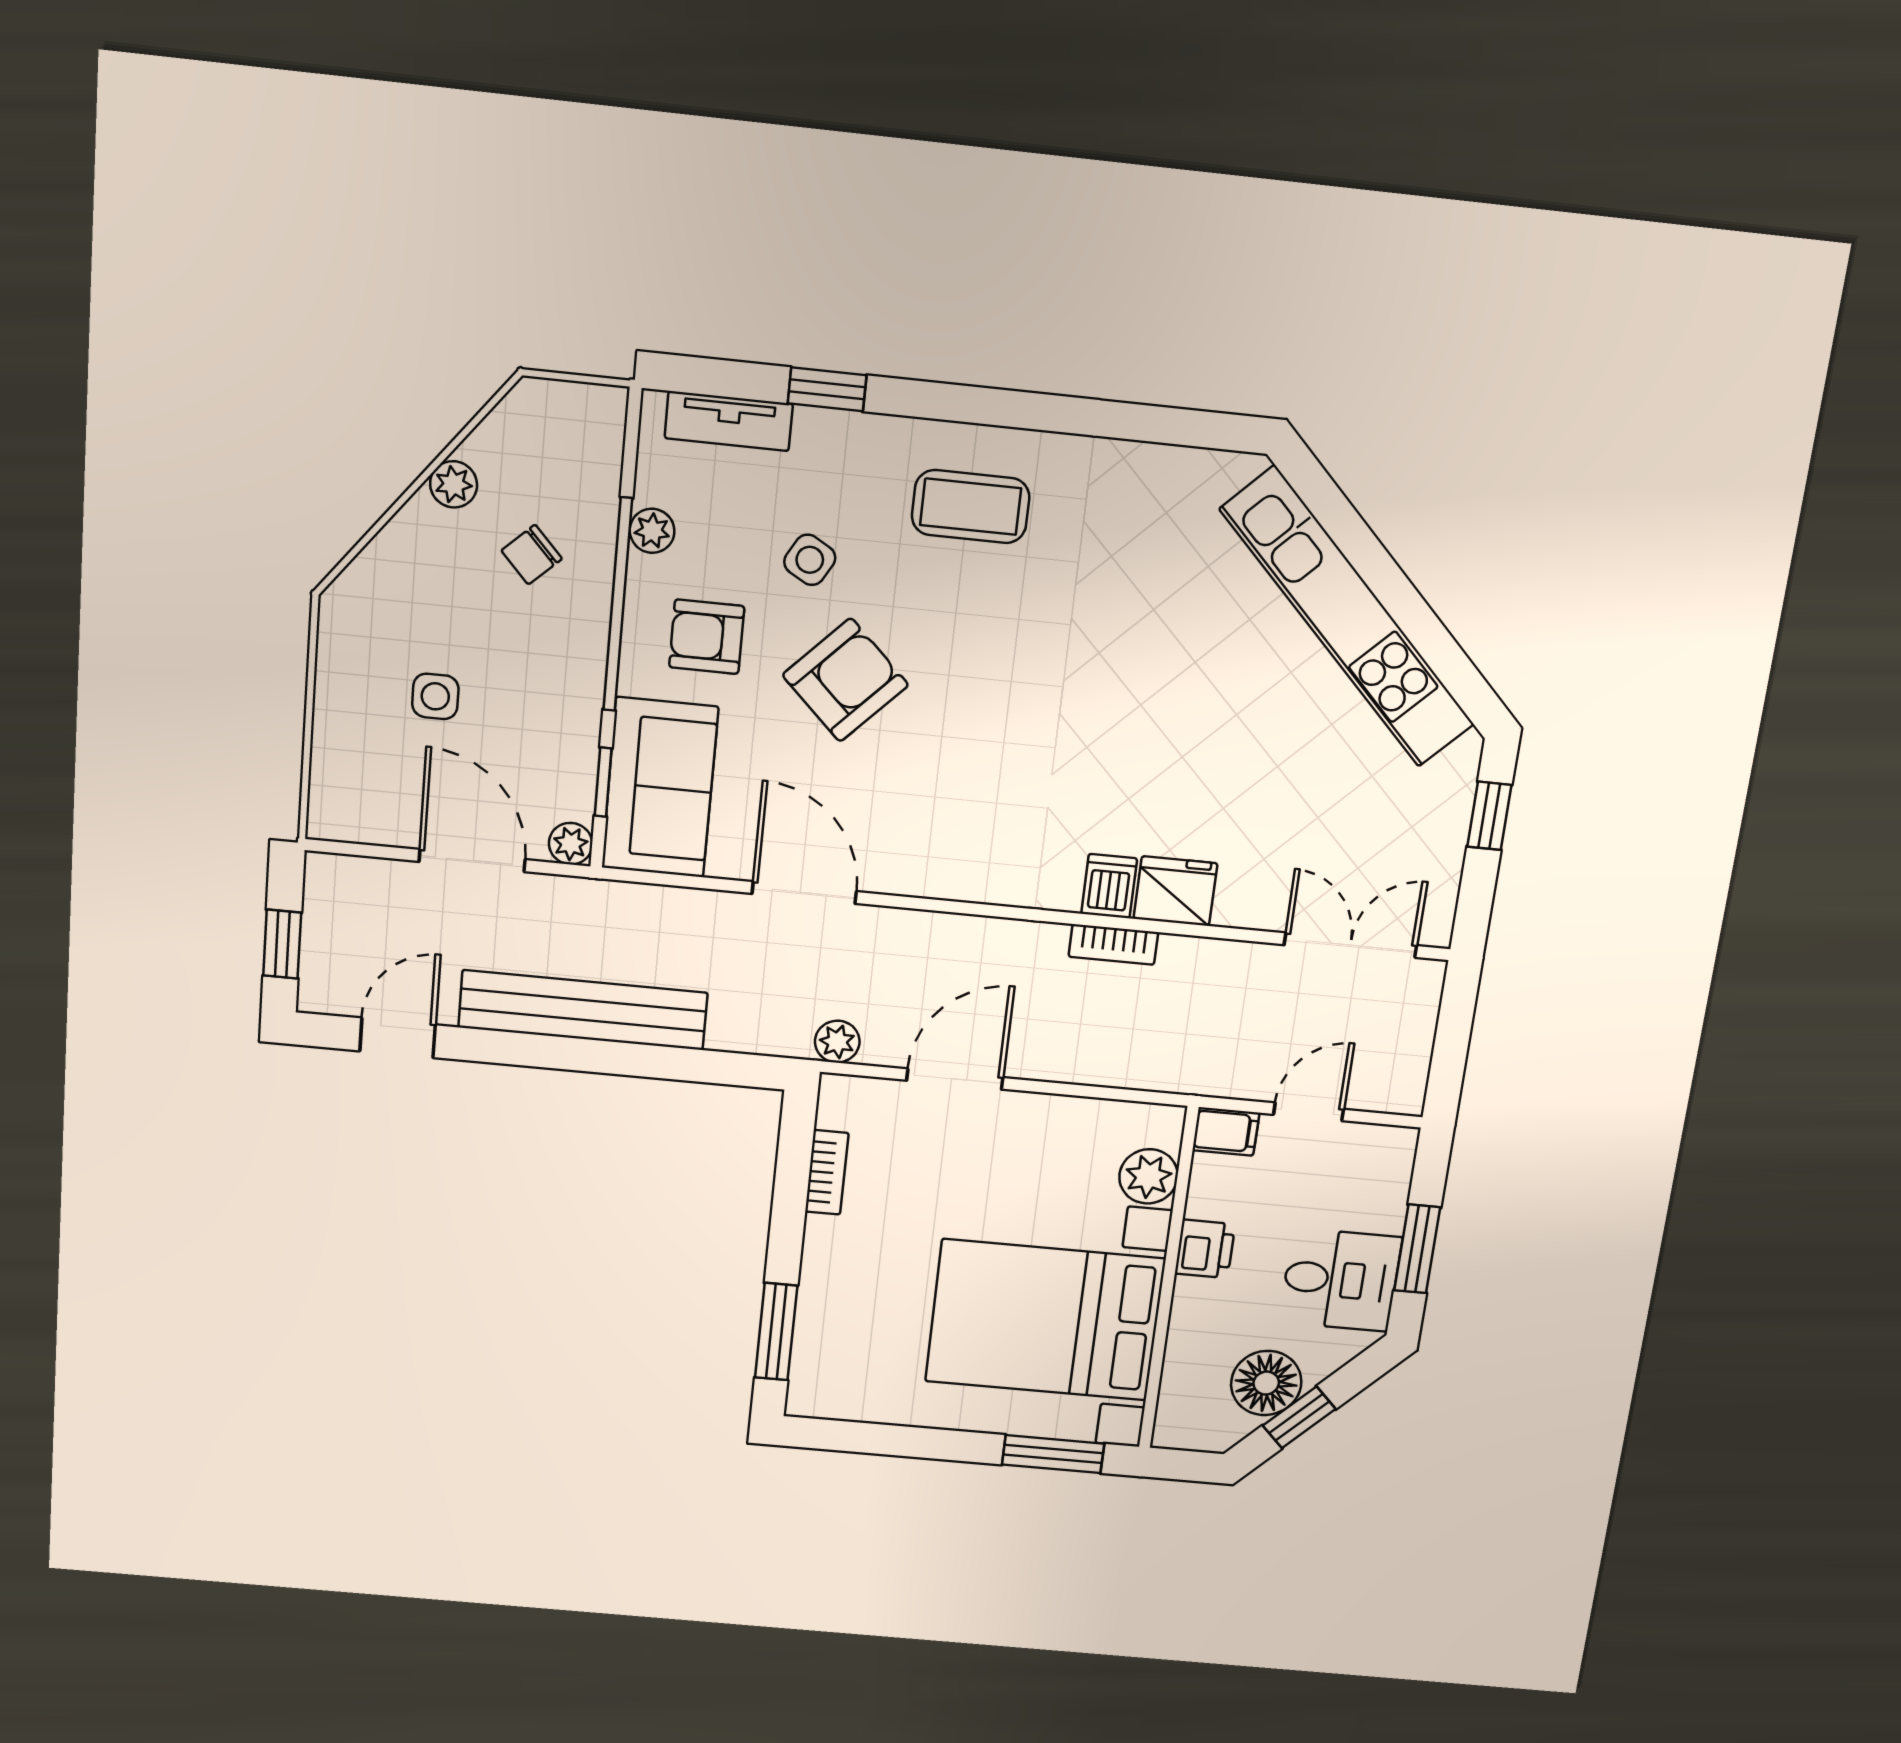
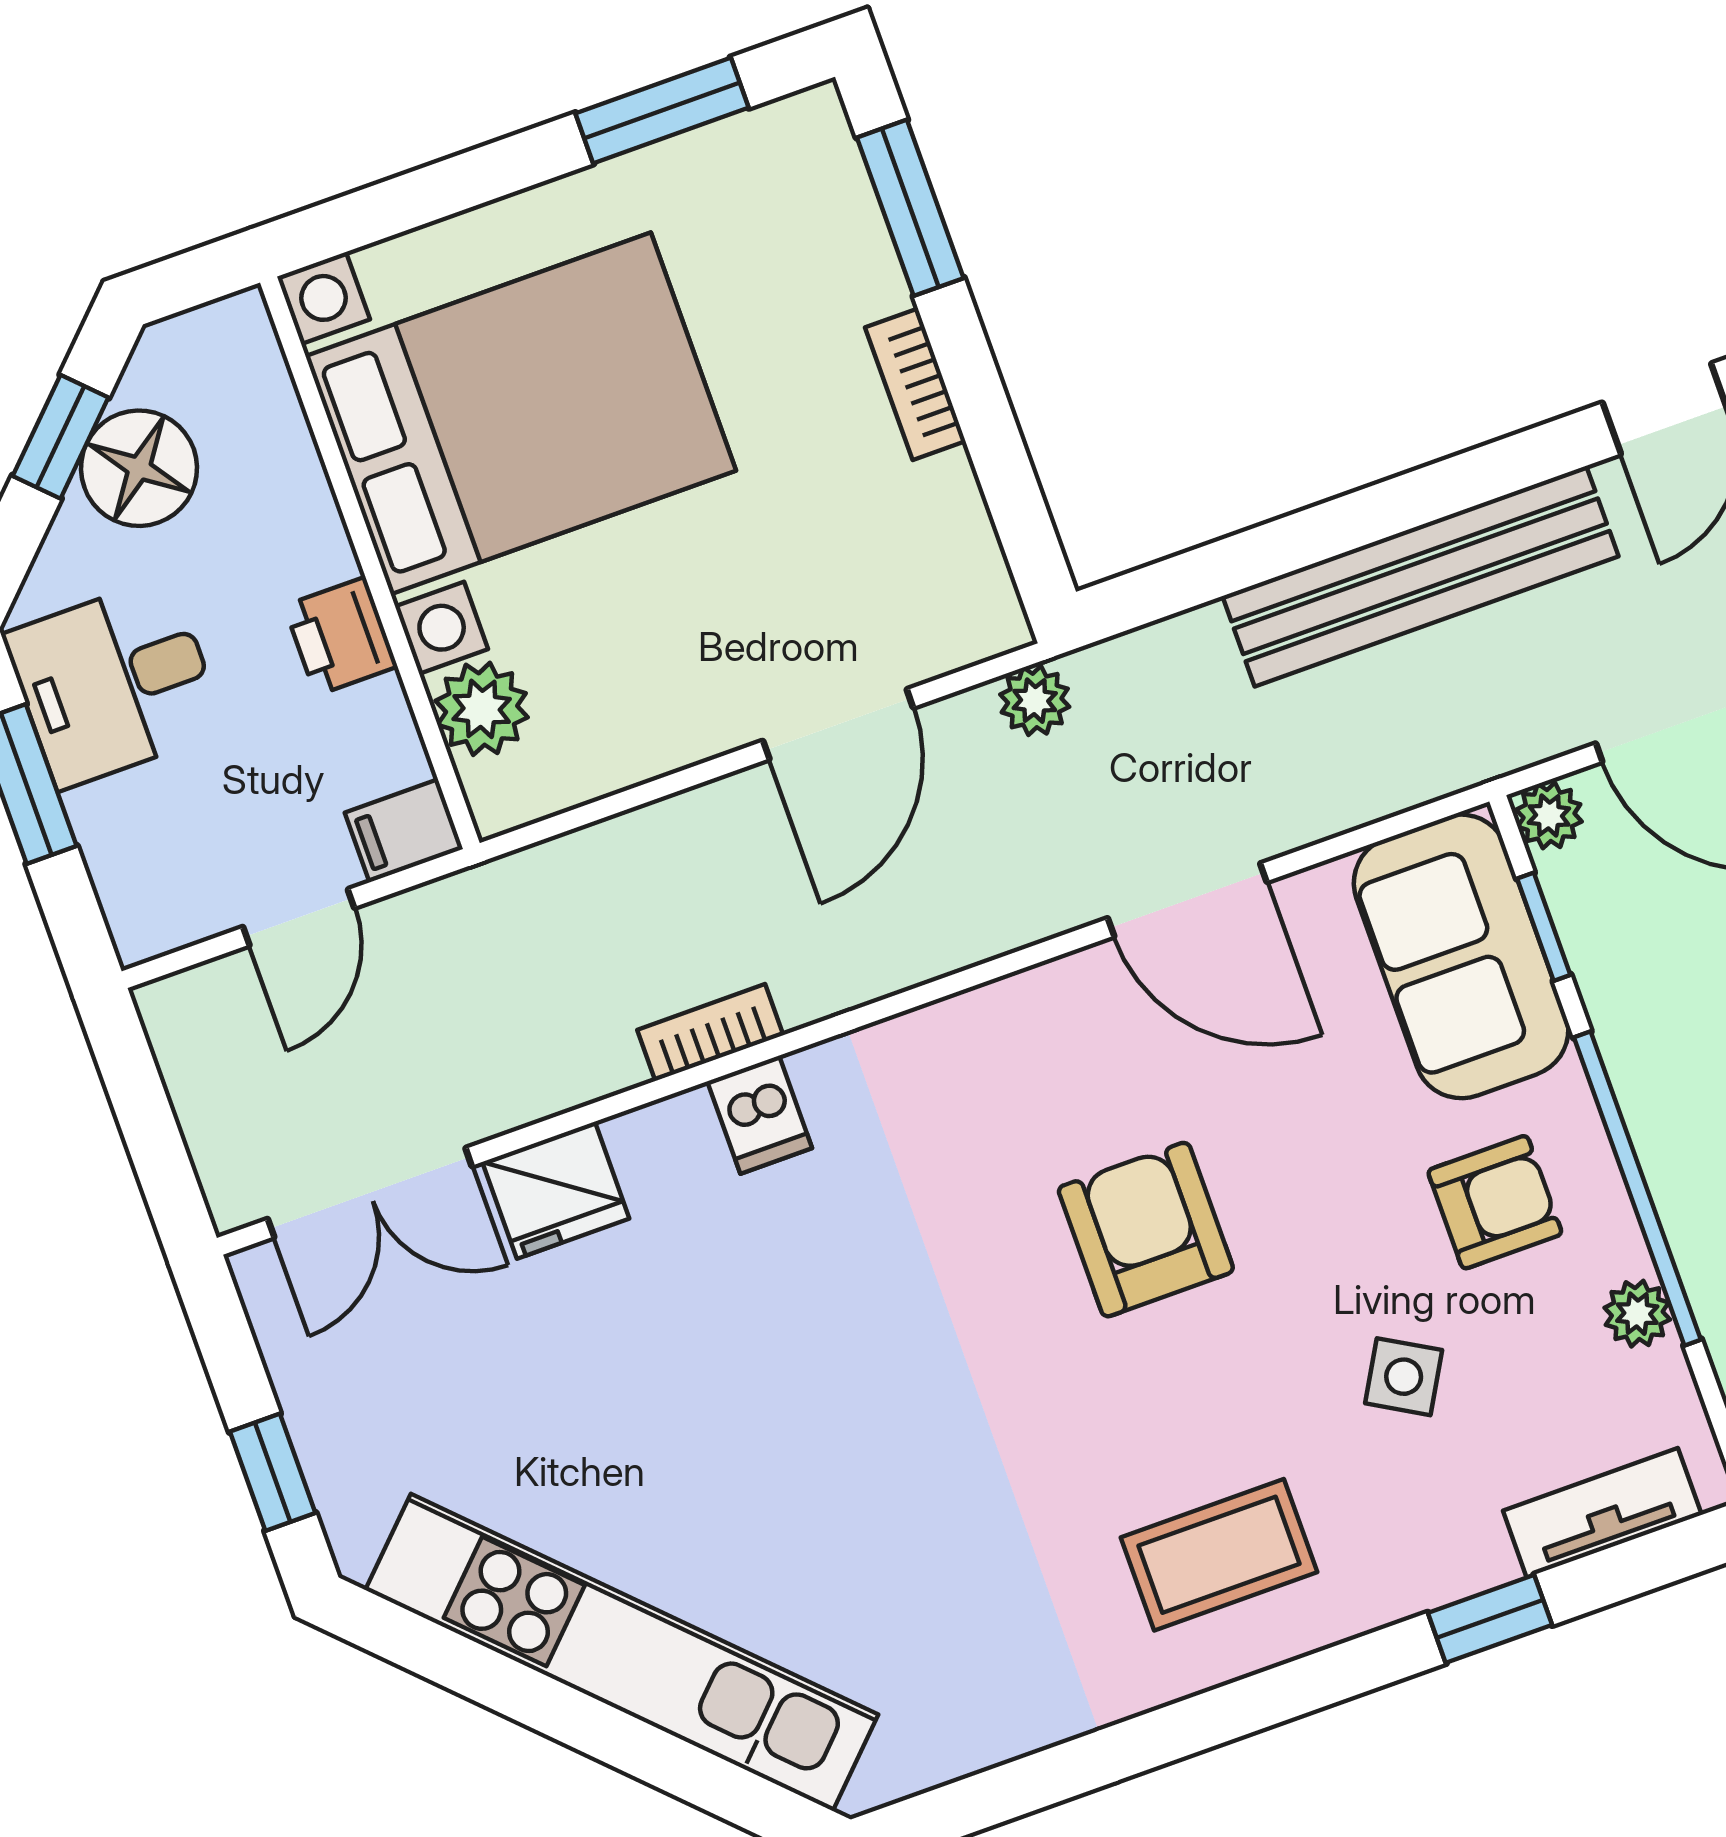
armchair: (845, 680) -> (1146, 1230), moved, turned 136
fridge: (1175, 891) -> (556, 1190), moved
bookcase: (827, 1172) -> (915, 384), moved
window: (1053, 1454) -> (662, 110), moved

